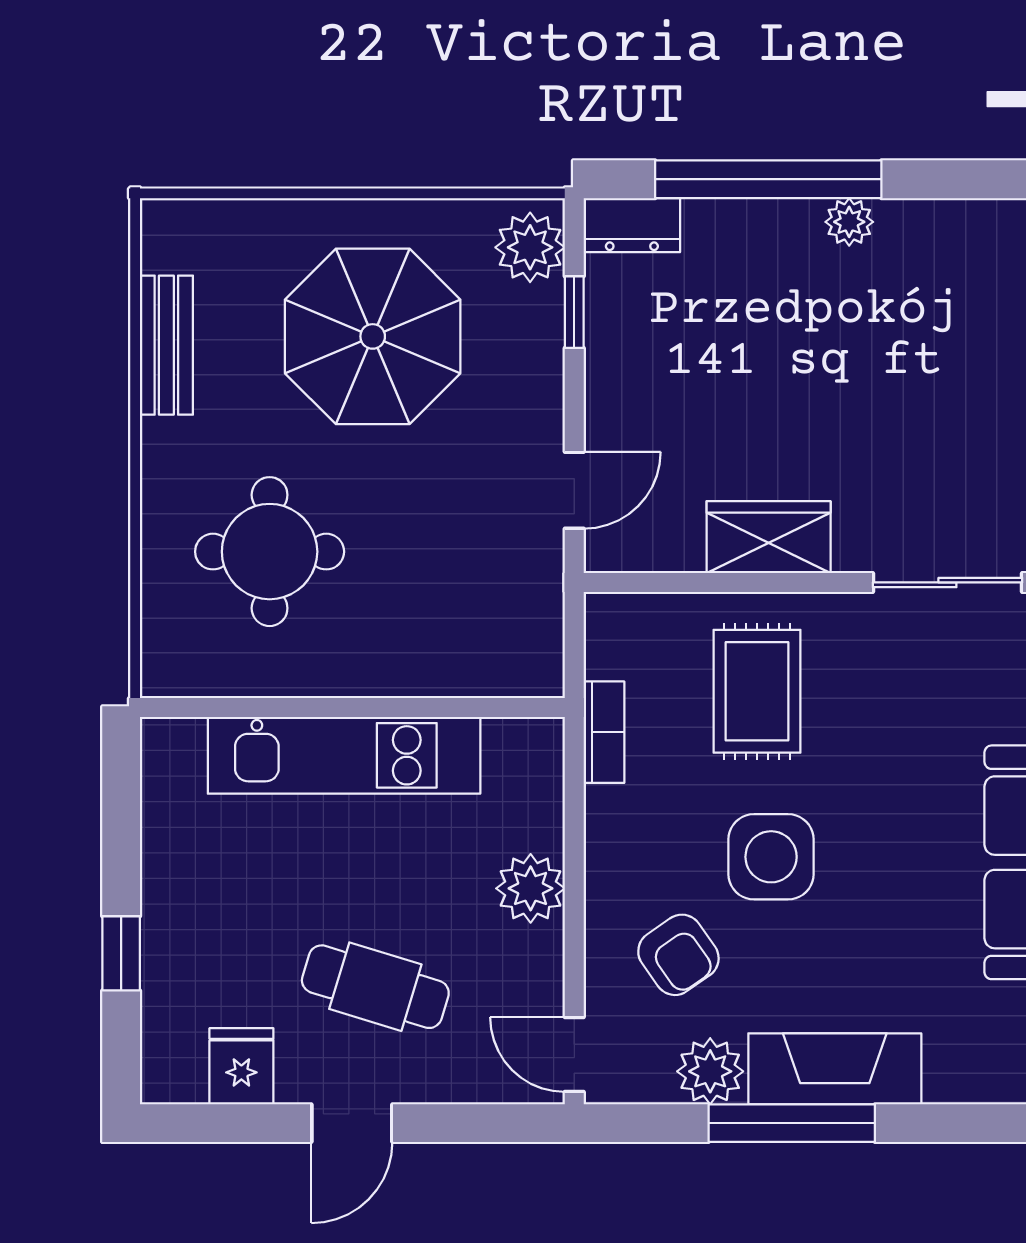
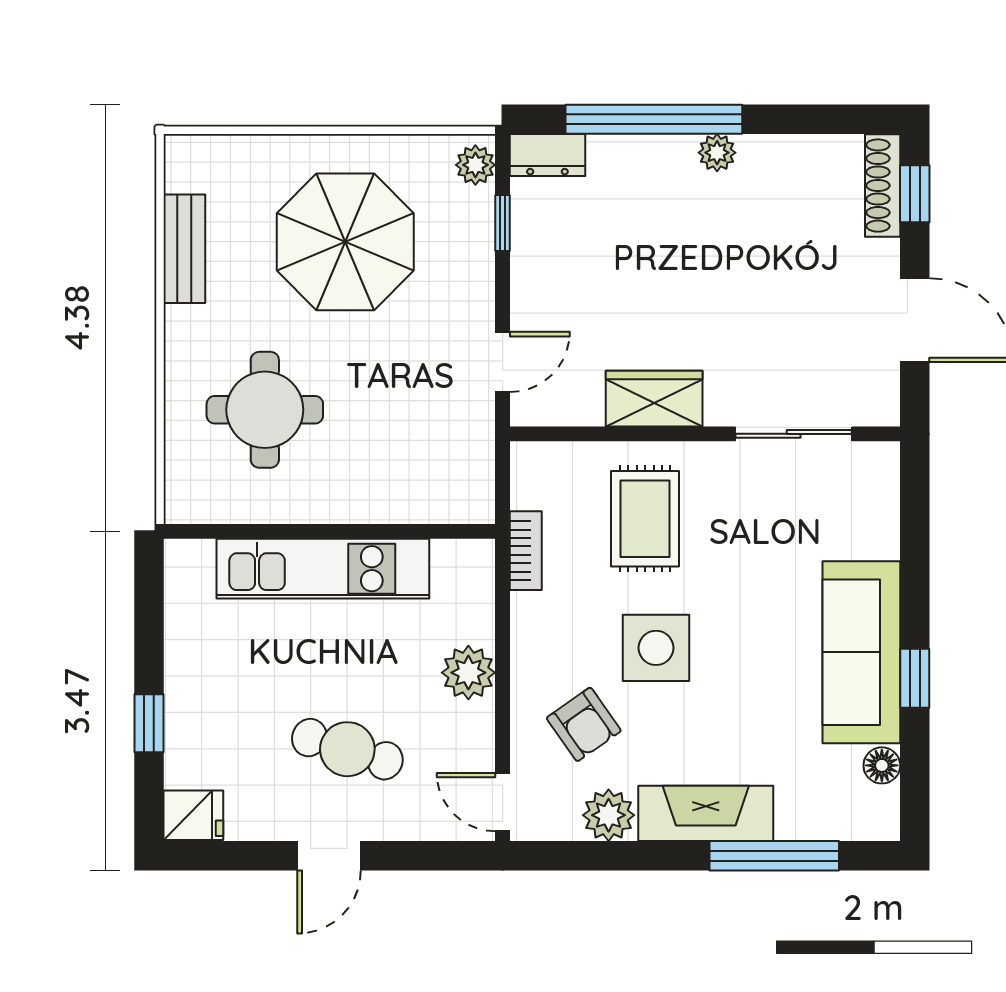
plant: (530, 247) -> (475, 165), width x0.73, depth x0.73
fridge: (241, 1066) -> (193, 815), moved, turned 90
window: (792, 1123) -> (774, 856), moved

